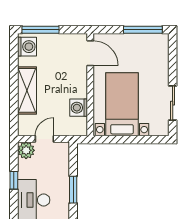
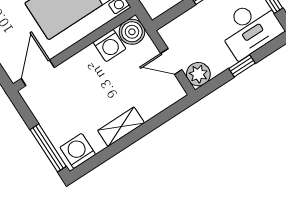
shelving: (27, 90) -> (121, 127), width x0.67, depth x0.75
boiler: (78, 127) -> (132, 32), added

